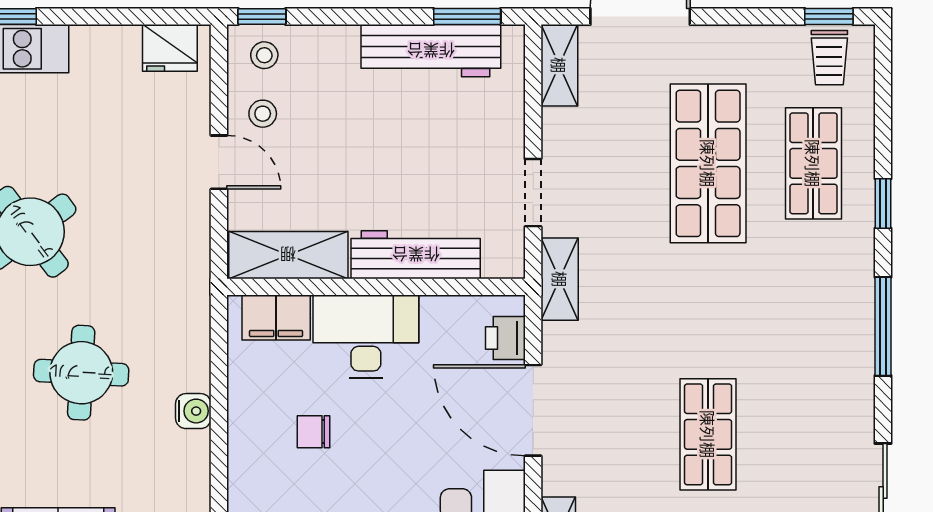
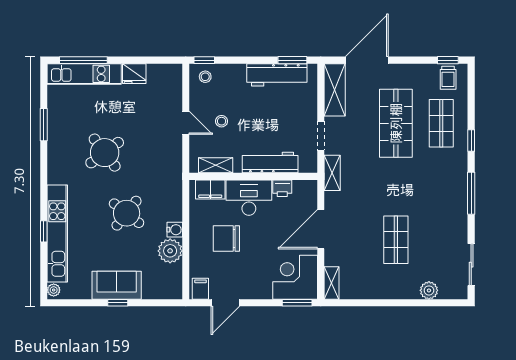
fridge: (170, 48) -> (134, 74), moved
shelving: (559, 65) -> (335, 90), width x1.50, depth x1.33
stool: (263, 114) -> (222, 121), moved
shelving: (288, 255) -> (216, 165), width x0.67, depth x0.75
printer: (505, 338) -> (282, 188), moved, turned -90
round table: (81, 373) -> (127, 213), turned 35
door: (533, 410) -> (321, 229), hinge flipped
chair: (314, 432) -> (226, 239), width x1.87, depth x1.87
plant: (183, 460) -> (170, 251), added

